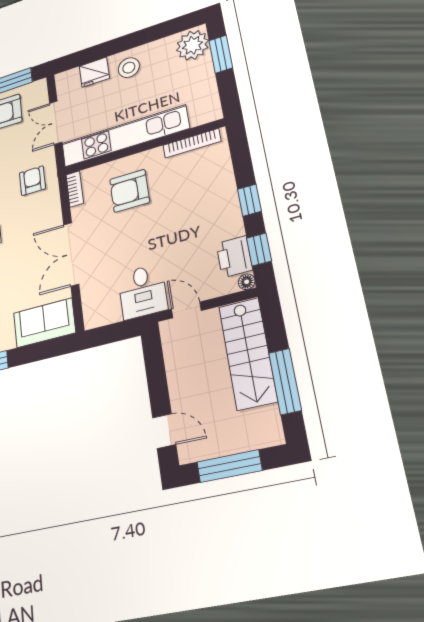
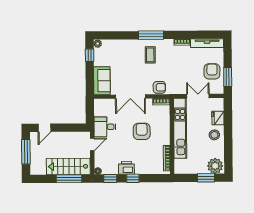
armchair: (32, 181) -> (159, 87), moved
armchair: (130, 191) -> (142, 131), moved
double door: (71, 254) -> (130, 97), swing flipped
printer: (234, 257) -> (126, 168), moved
window: (285, 381) -> (69, 179), moved

